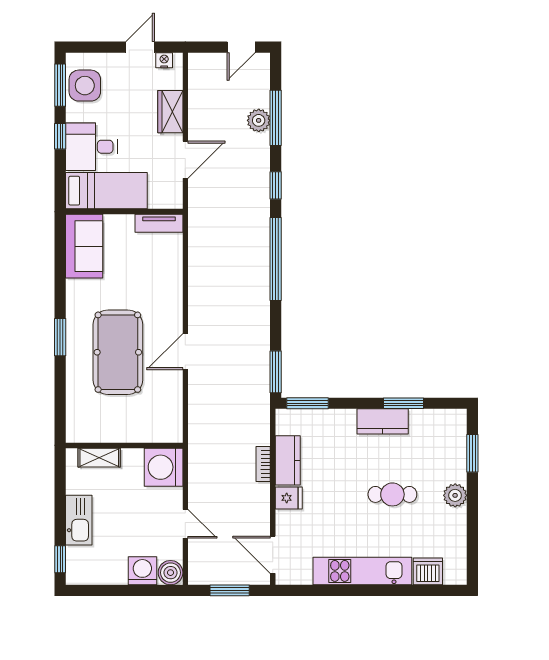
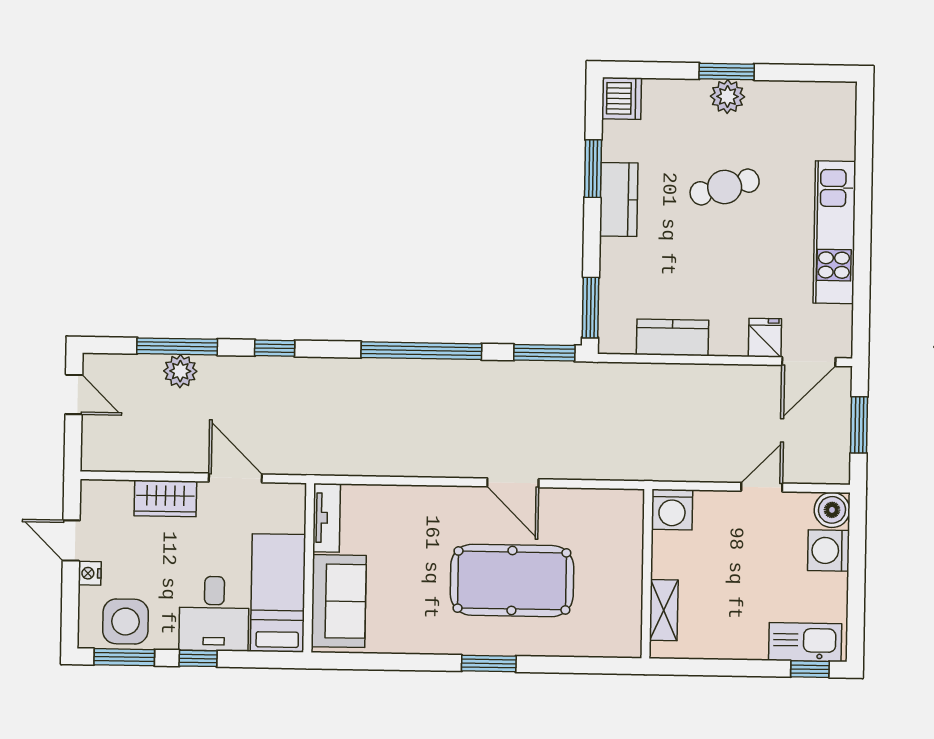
nightstand: (164, 60) -> (90, 573), moved
sofa: (84, 246) -> (339, 601), moved, turned 90
window: (276, 259) -> (421, 351), moved
window: (472, 453) -> (727, 71), moved
bookcase: (263, 464) -> (677, 373), removed
washing machine: (164, 467) -> (672, 510), width x0.73, depth x0.73
cafe table: (392, 494) -> (725, 187), turned 74
fridge: (289, 498) -> (765, 338), moved
kitchen sink: (79, 520) -> (805, 642), moved
dishwasher: (428, 571) -> (622, 98), moved, turned 180

